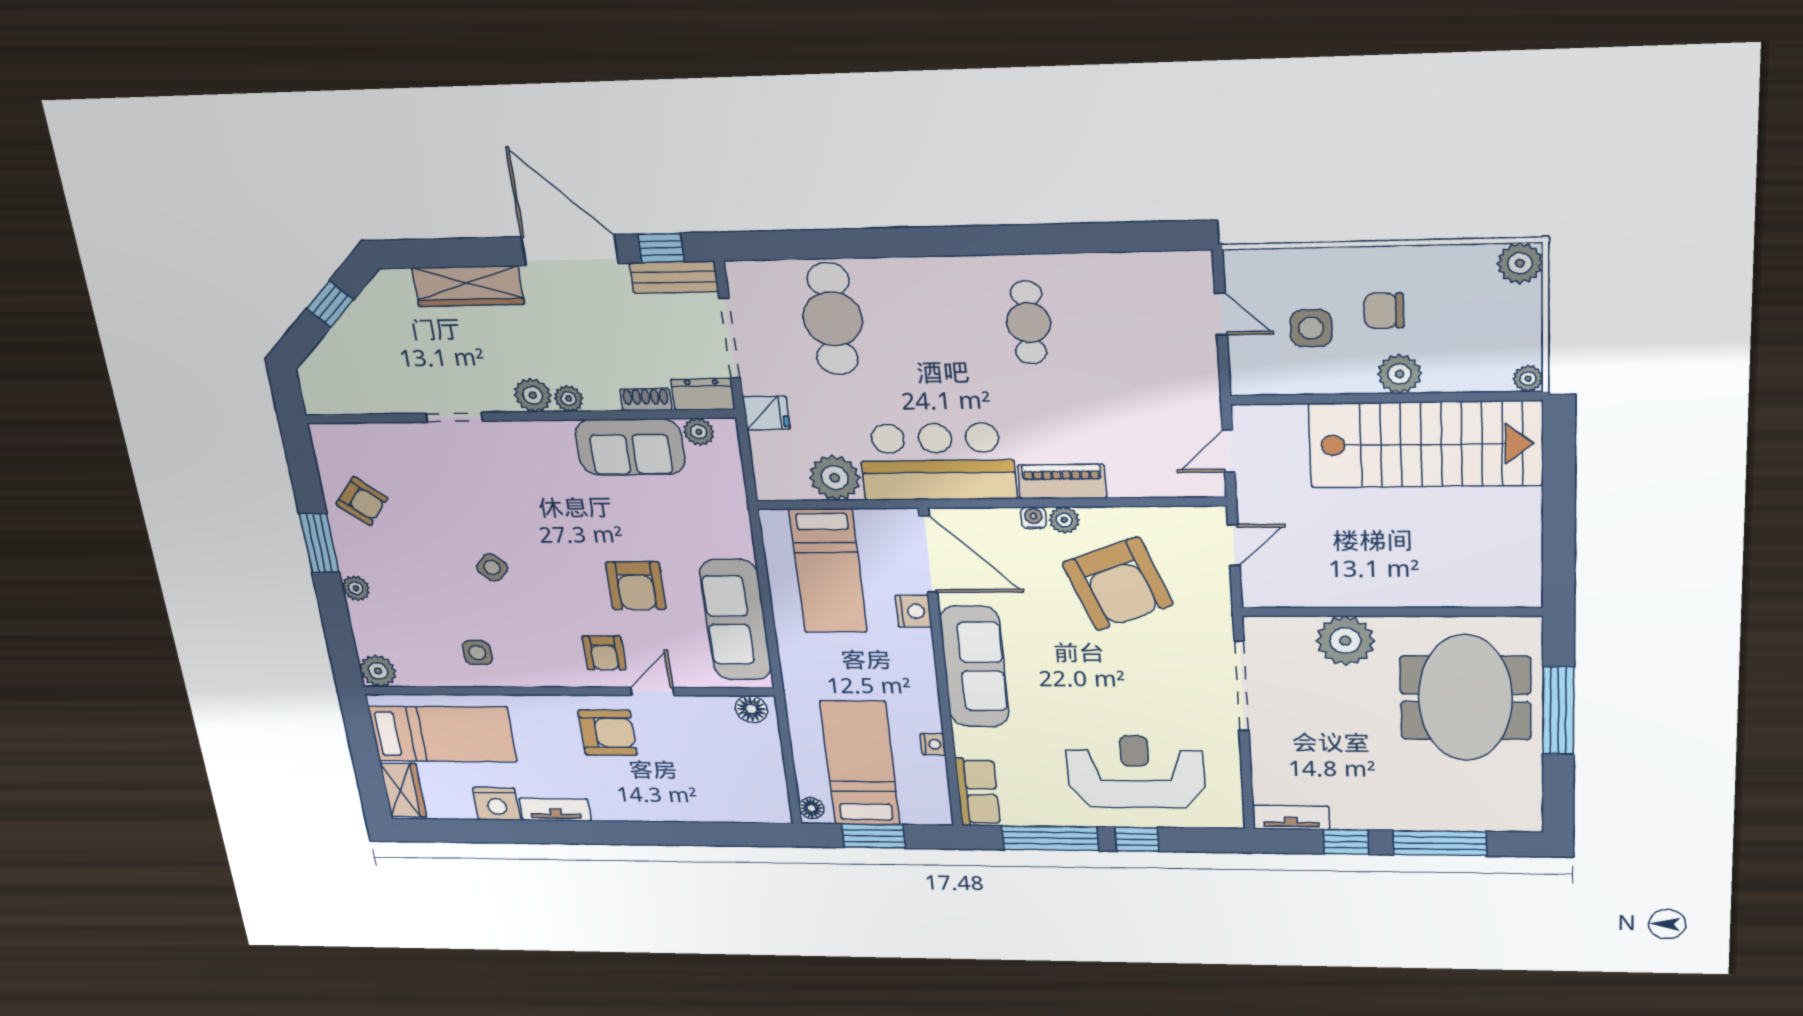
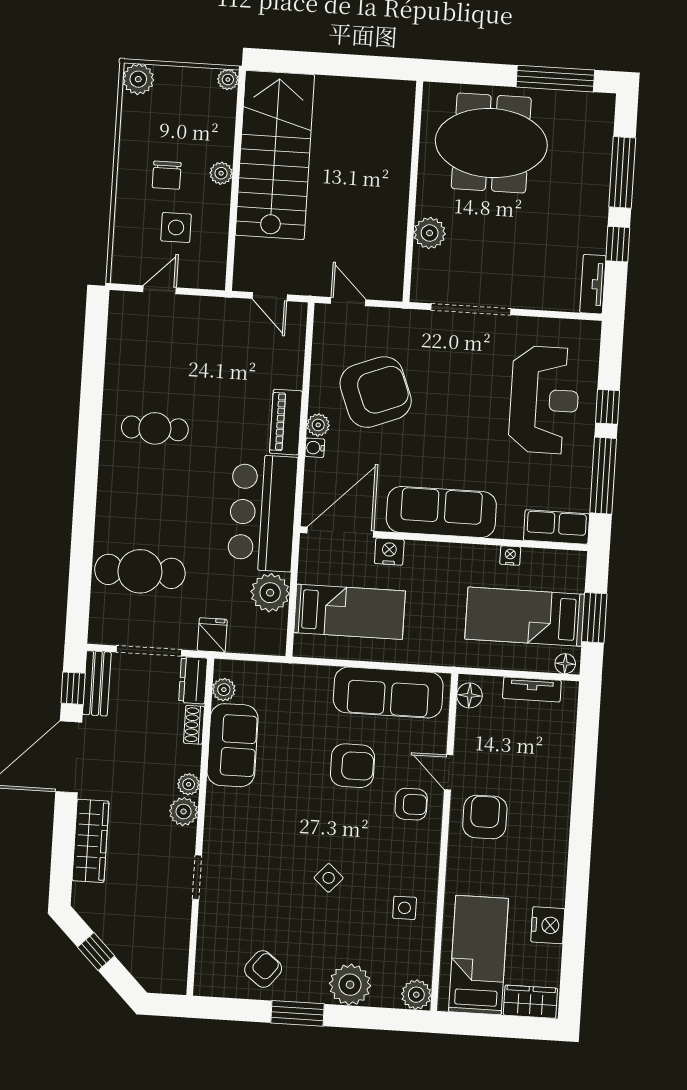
plant: (1399, 374) -> (221, 173), width x0.73, depth x0.73
plant: (356, 588) -> (350, 985), width x1.88, depth x1.88
plant: (1345, 641) -> (430, 233), width x0.73, depth x0.73
window: (1558, 711) -> (555, 79), moved
reception desk: (1136, 772) -> (544, 400), turned 180
tv unit: (555, 810) -> (532, 689), moved, turned -90

